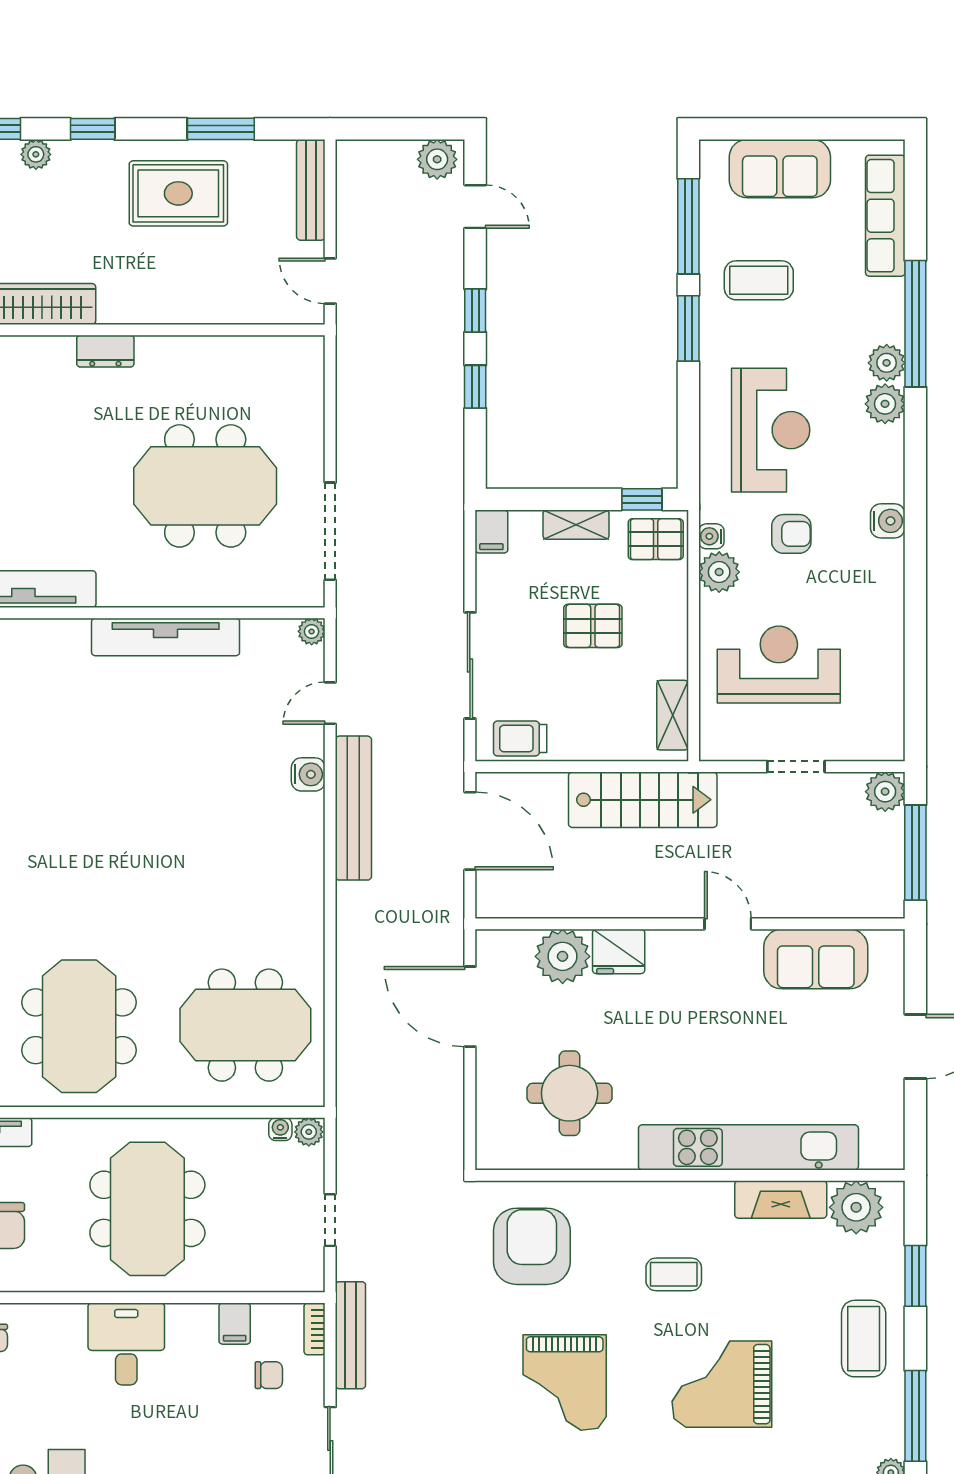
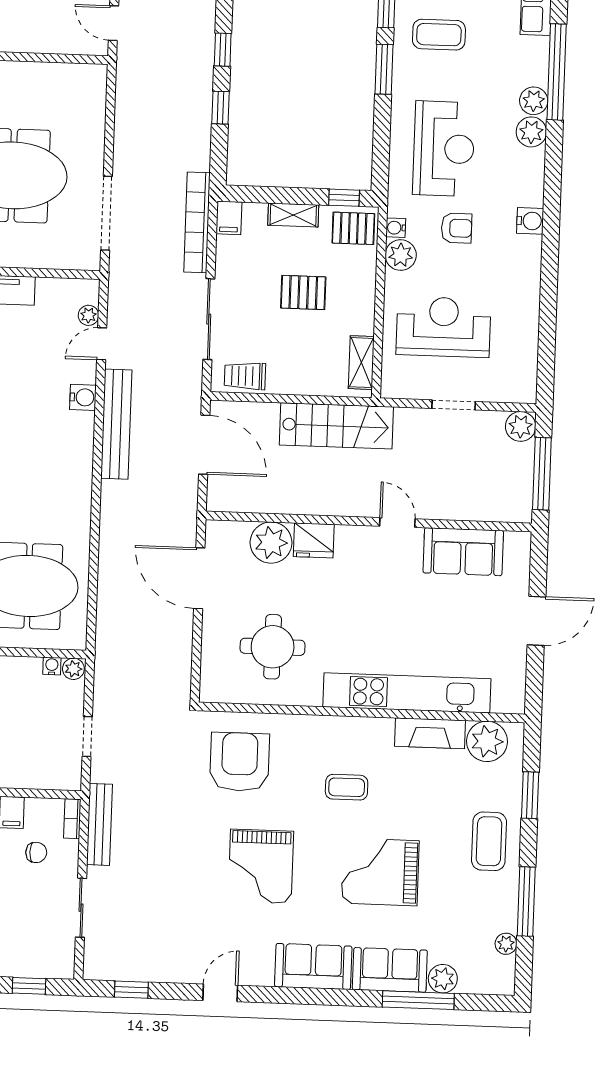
bookcase: (450, 539) -> (197, 222), added
plant: (312, 631) -> (89, 315), moved

